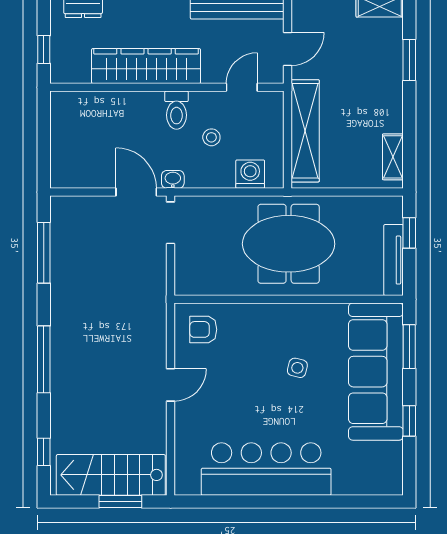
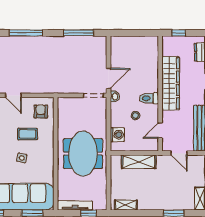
door: (242, 87) -> (160, 130), swing flipped
shelving: (305, 131) -> (139, 162), width x0.68
coffee table: (249, 356) -> (27, 134), added

